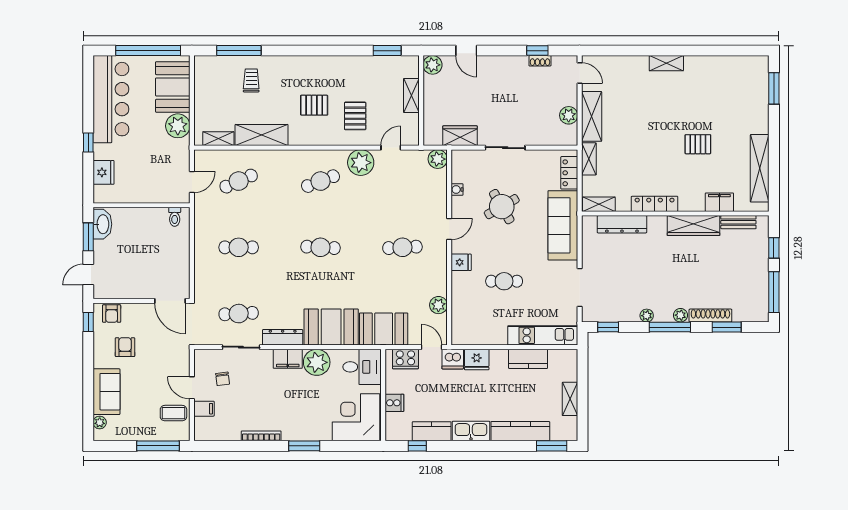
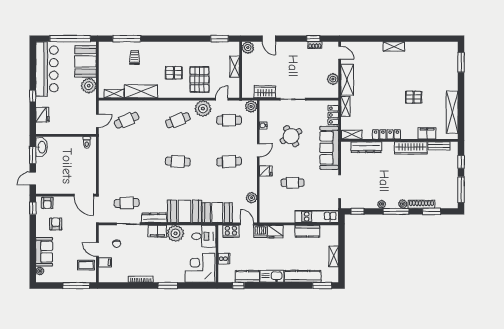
pallet: (355, 116) -> (199, 79), width x1.50, depth x1.42
cafe table: (239, 247) -> (229, 120), moved

